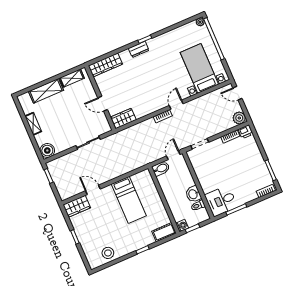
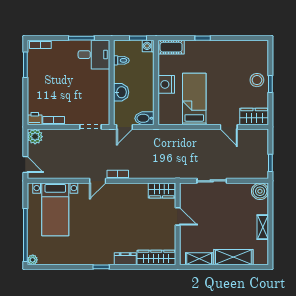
dresser: (139, 49) -> (125, 259), moved
washbasin: (193, 194) -> (121, 92), moved
nightstand: (155, 202) -> (166, 84), added
stool: (108, 253) -> (257, 80), moved

